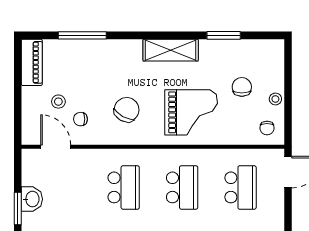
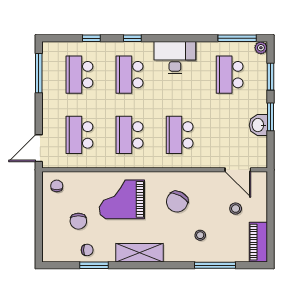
stool: (275, 99) -> (200, 235), moved
chair: (80, 119) -> (87, 250), moved

